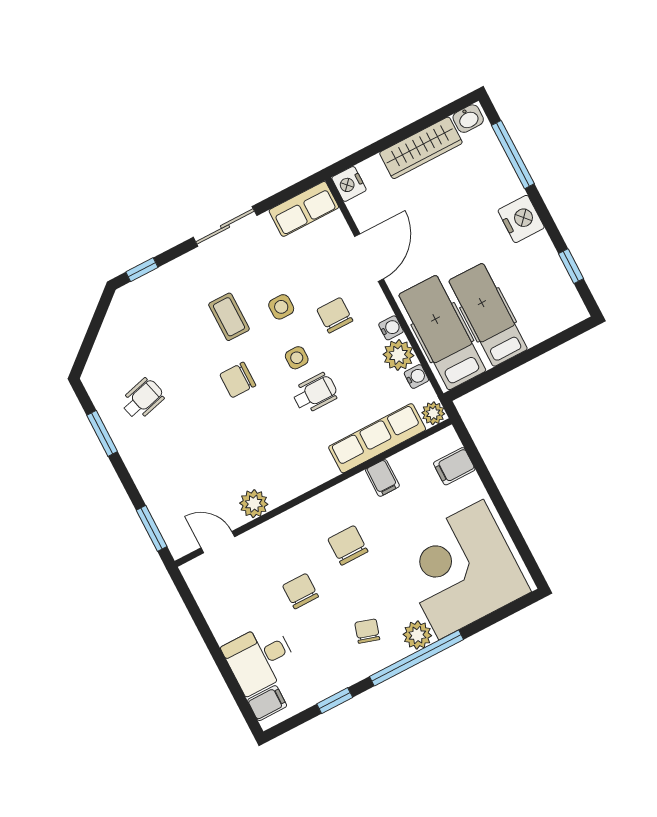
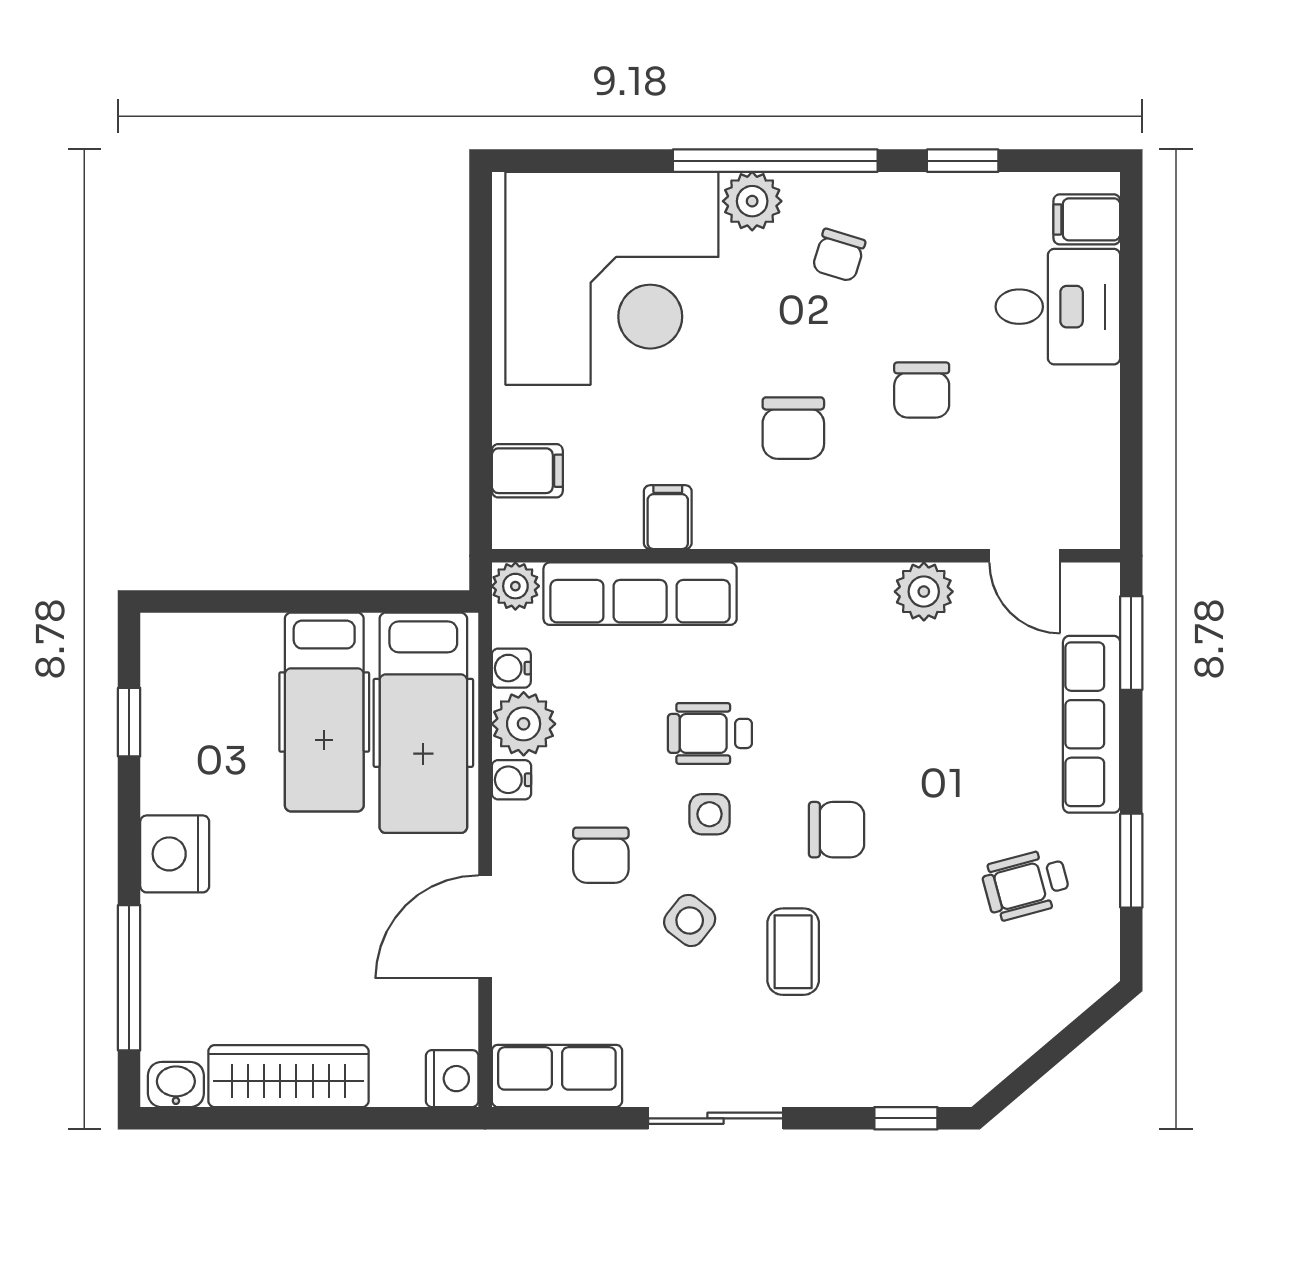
side table: (281, 307) -> (690, 920), turned 38
row of seats: (150, 484) -> (1092, 724), added

